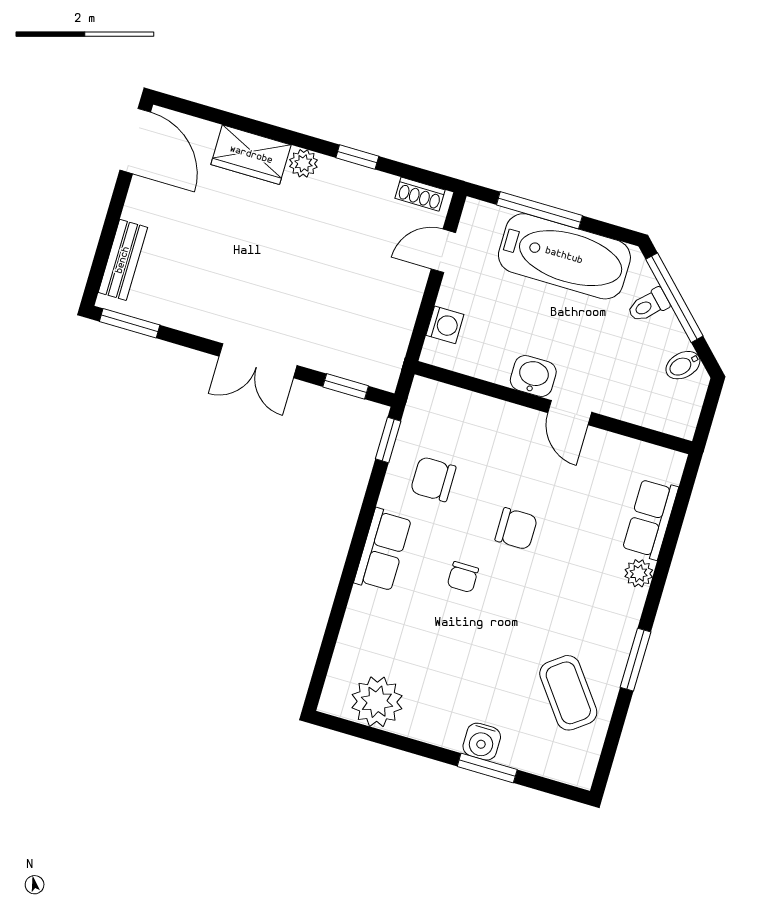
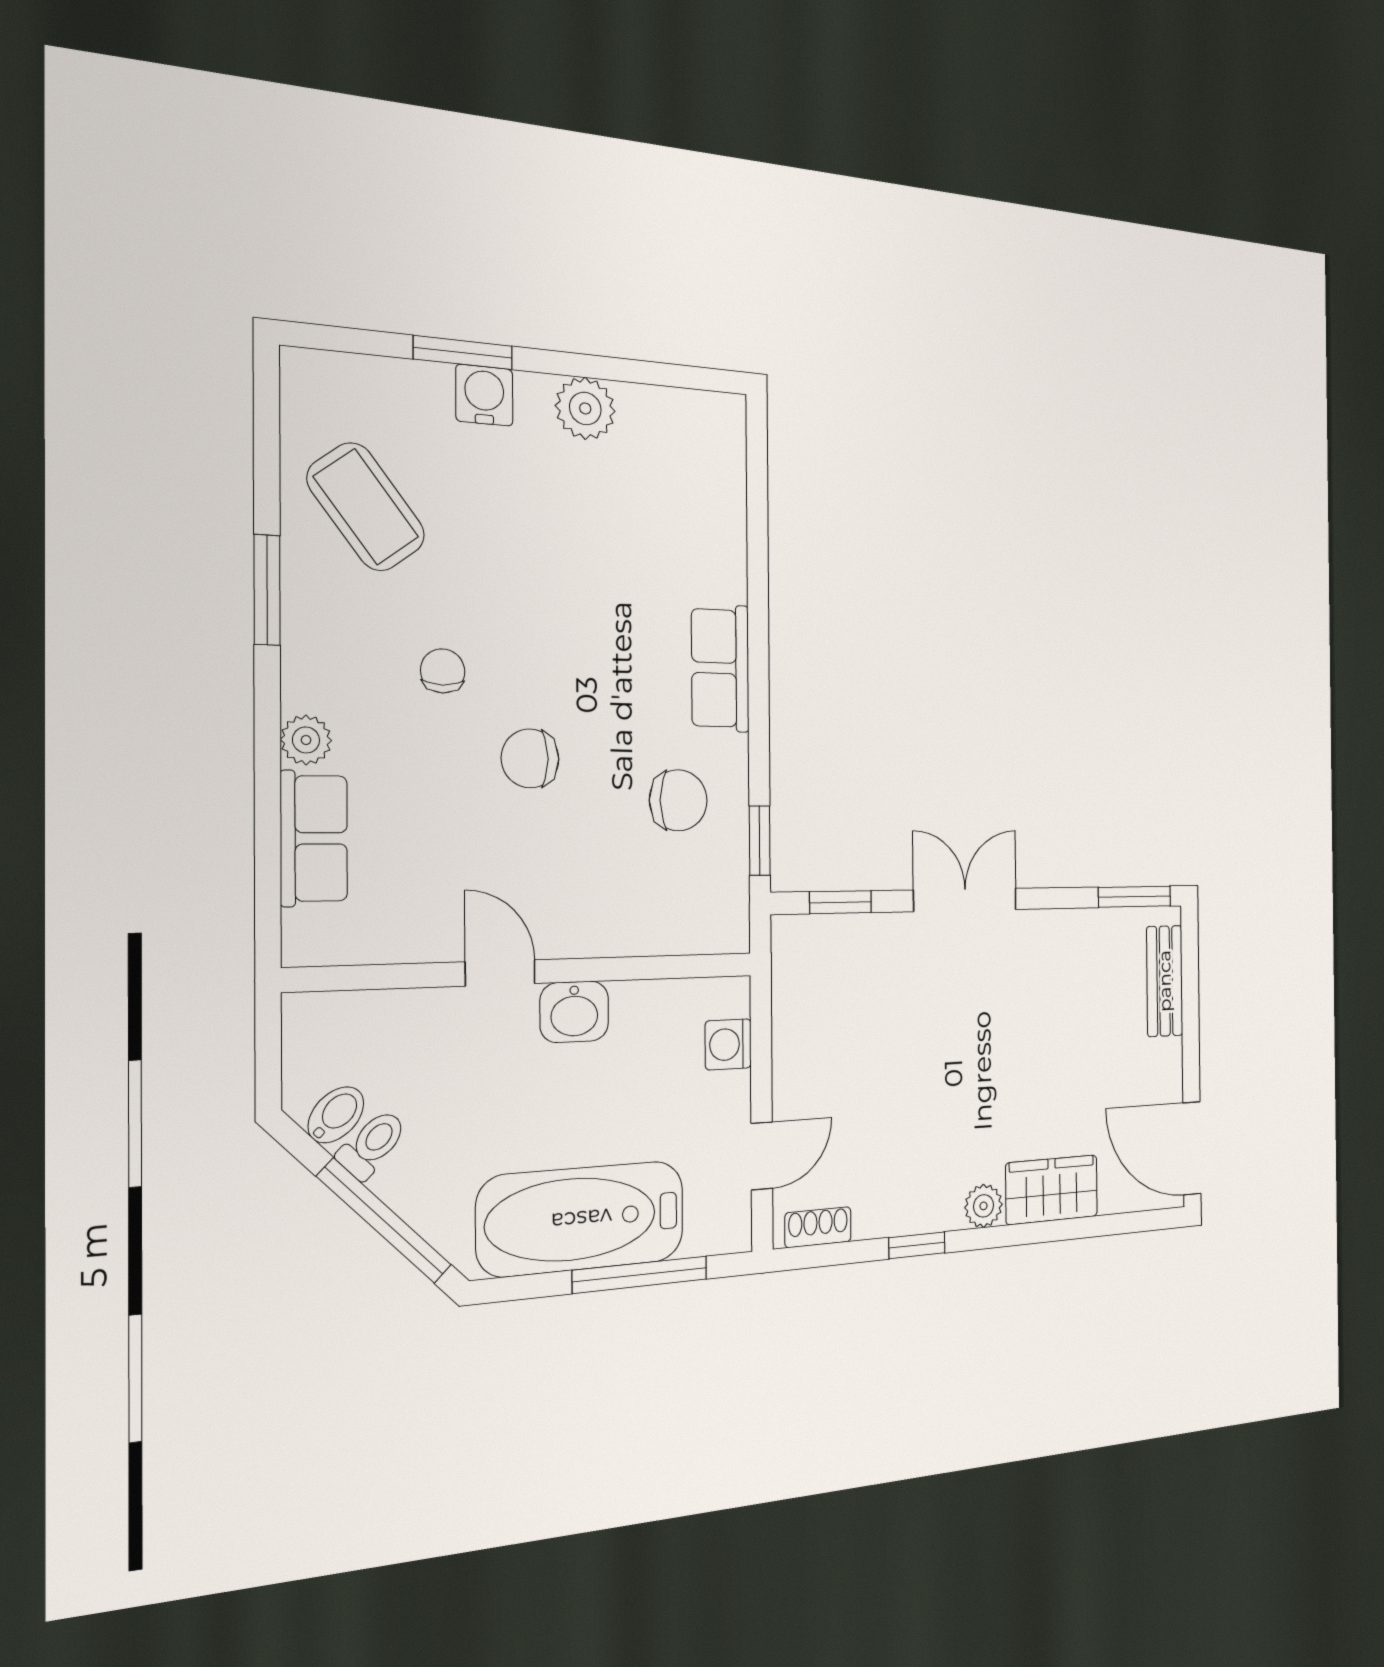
toilet: (648, 305) -> (372, 1144), moved
chair: (463, 577) -> (443, 671), moved
plant: (377, 702) -> (585, 408), moved, width x0.73, depth x0.73

